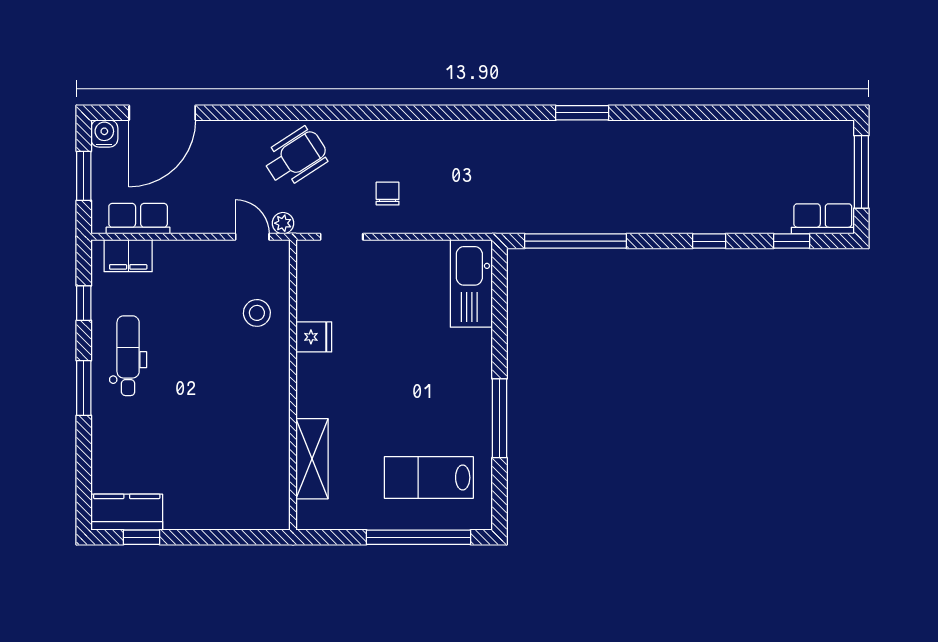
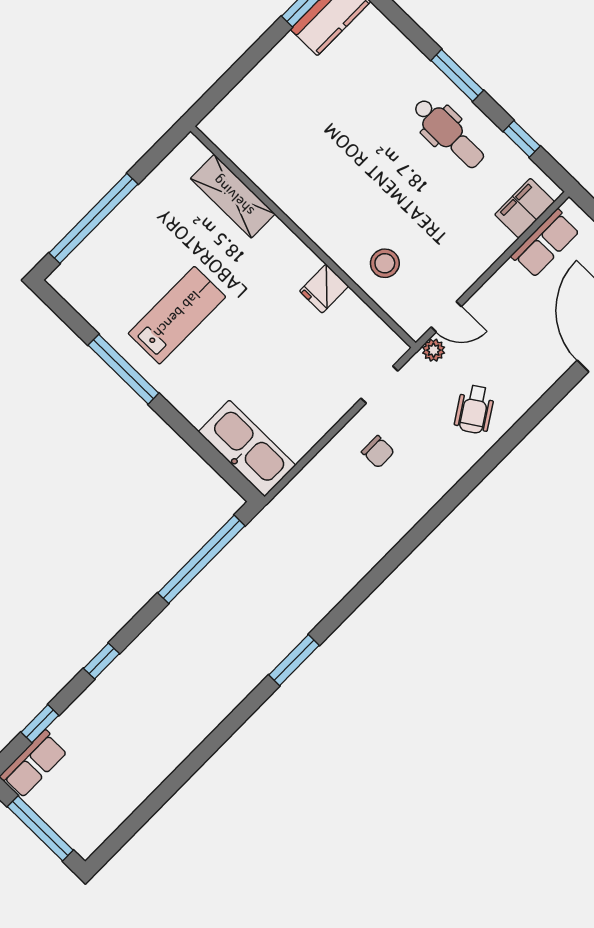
wheelchair: (296, 157) -> (474, 409), width x0.73, depth x0.73
lab bench: (429, 478) -> (177, 315), moved

